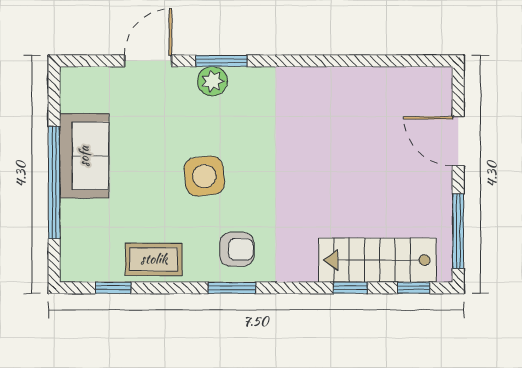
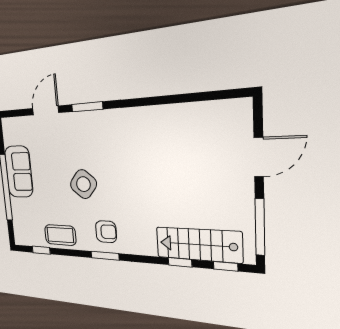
plant: (212, 81) -> (83, 121), removed
door: (458, 141) -> (259, 157), swing flipped
side table: (204, 176) -> (83, 184), turned 45

